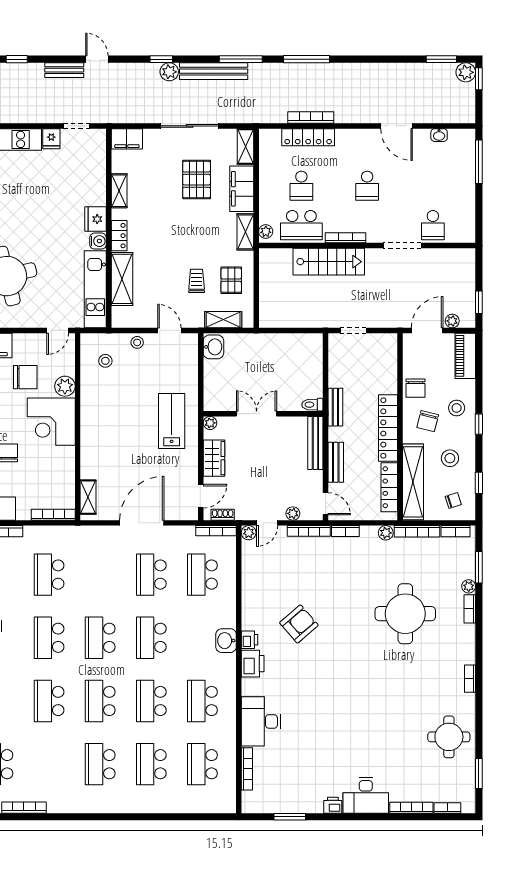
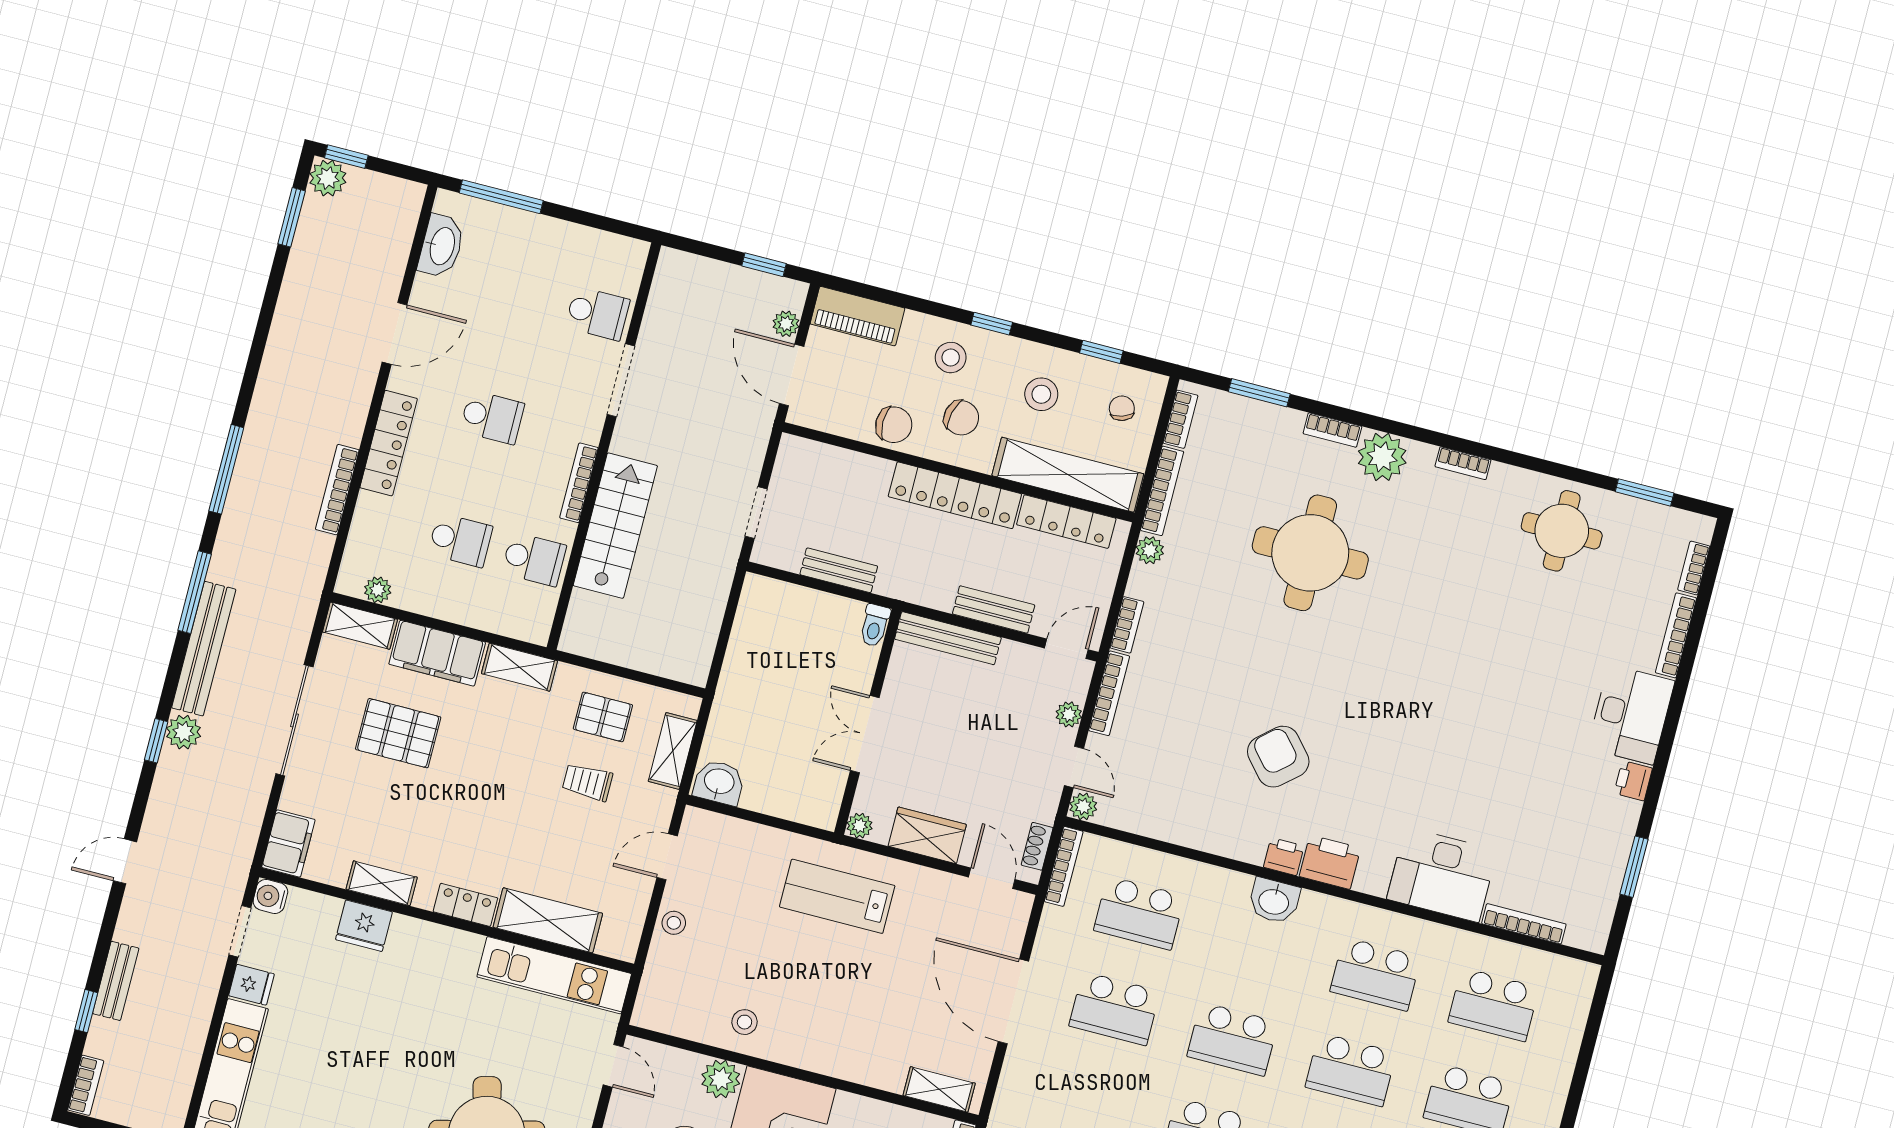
bench: (64, 70) -> (116, 981), moved
washbasin: (439, 135) -> (441, 246), width x1.91, depth x1.45
locker: (308, 137) -> (389, 443), moved
fridge: (96, 219) -> (364, 926), moved
school desk: (301, 225) -> (534, 559), width x0.54
plant: (266, 231) -> (378, 590), moved
water cooler: (98, 241) -> (270, 896), moved, turned -90
stool: (105, 361) -> (744, 1022), moved
bench: (335, 407) -> (839, 570), moved
plant: (469, 586) -> (1382, 457), moved, width x1.88, depth x1.88

